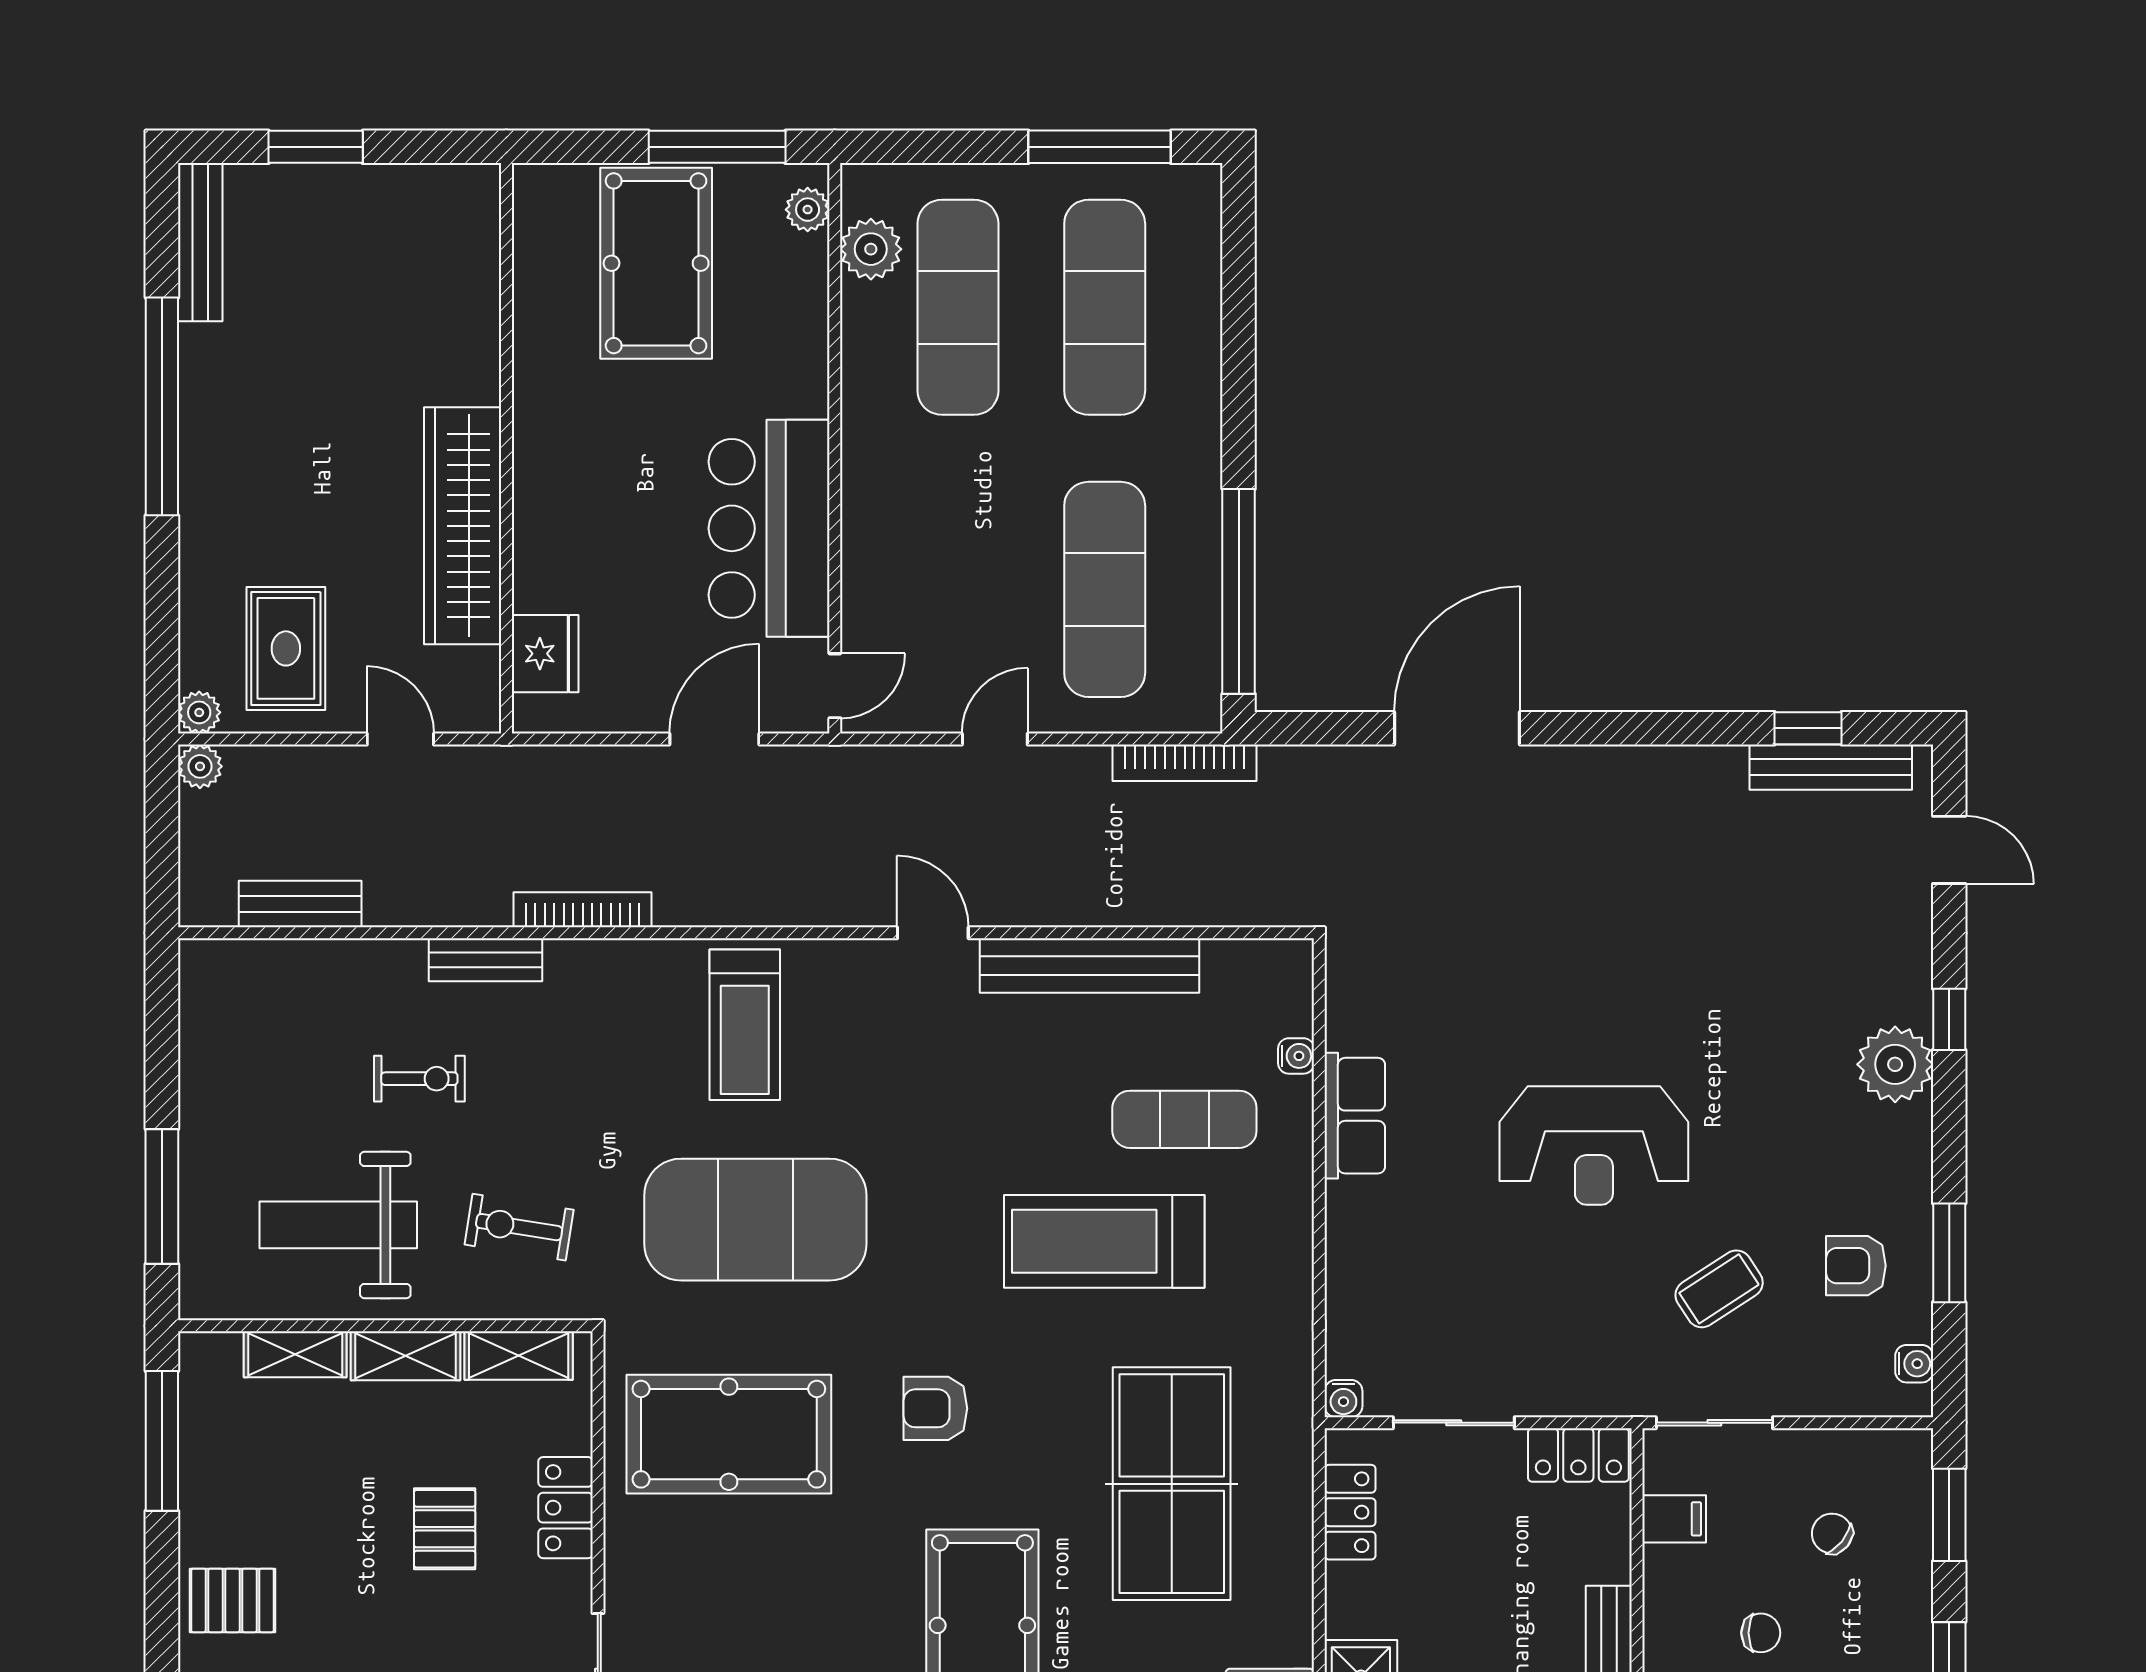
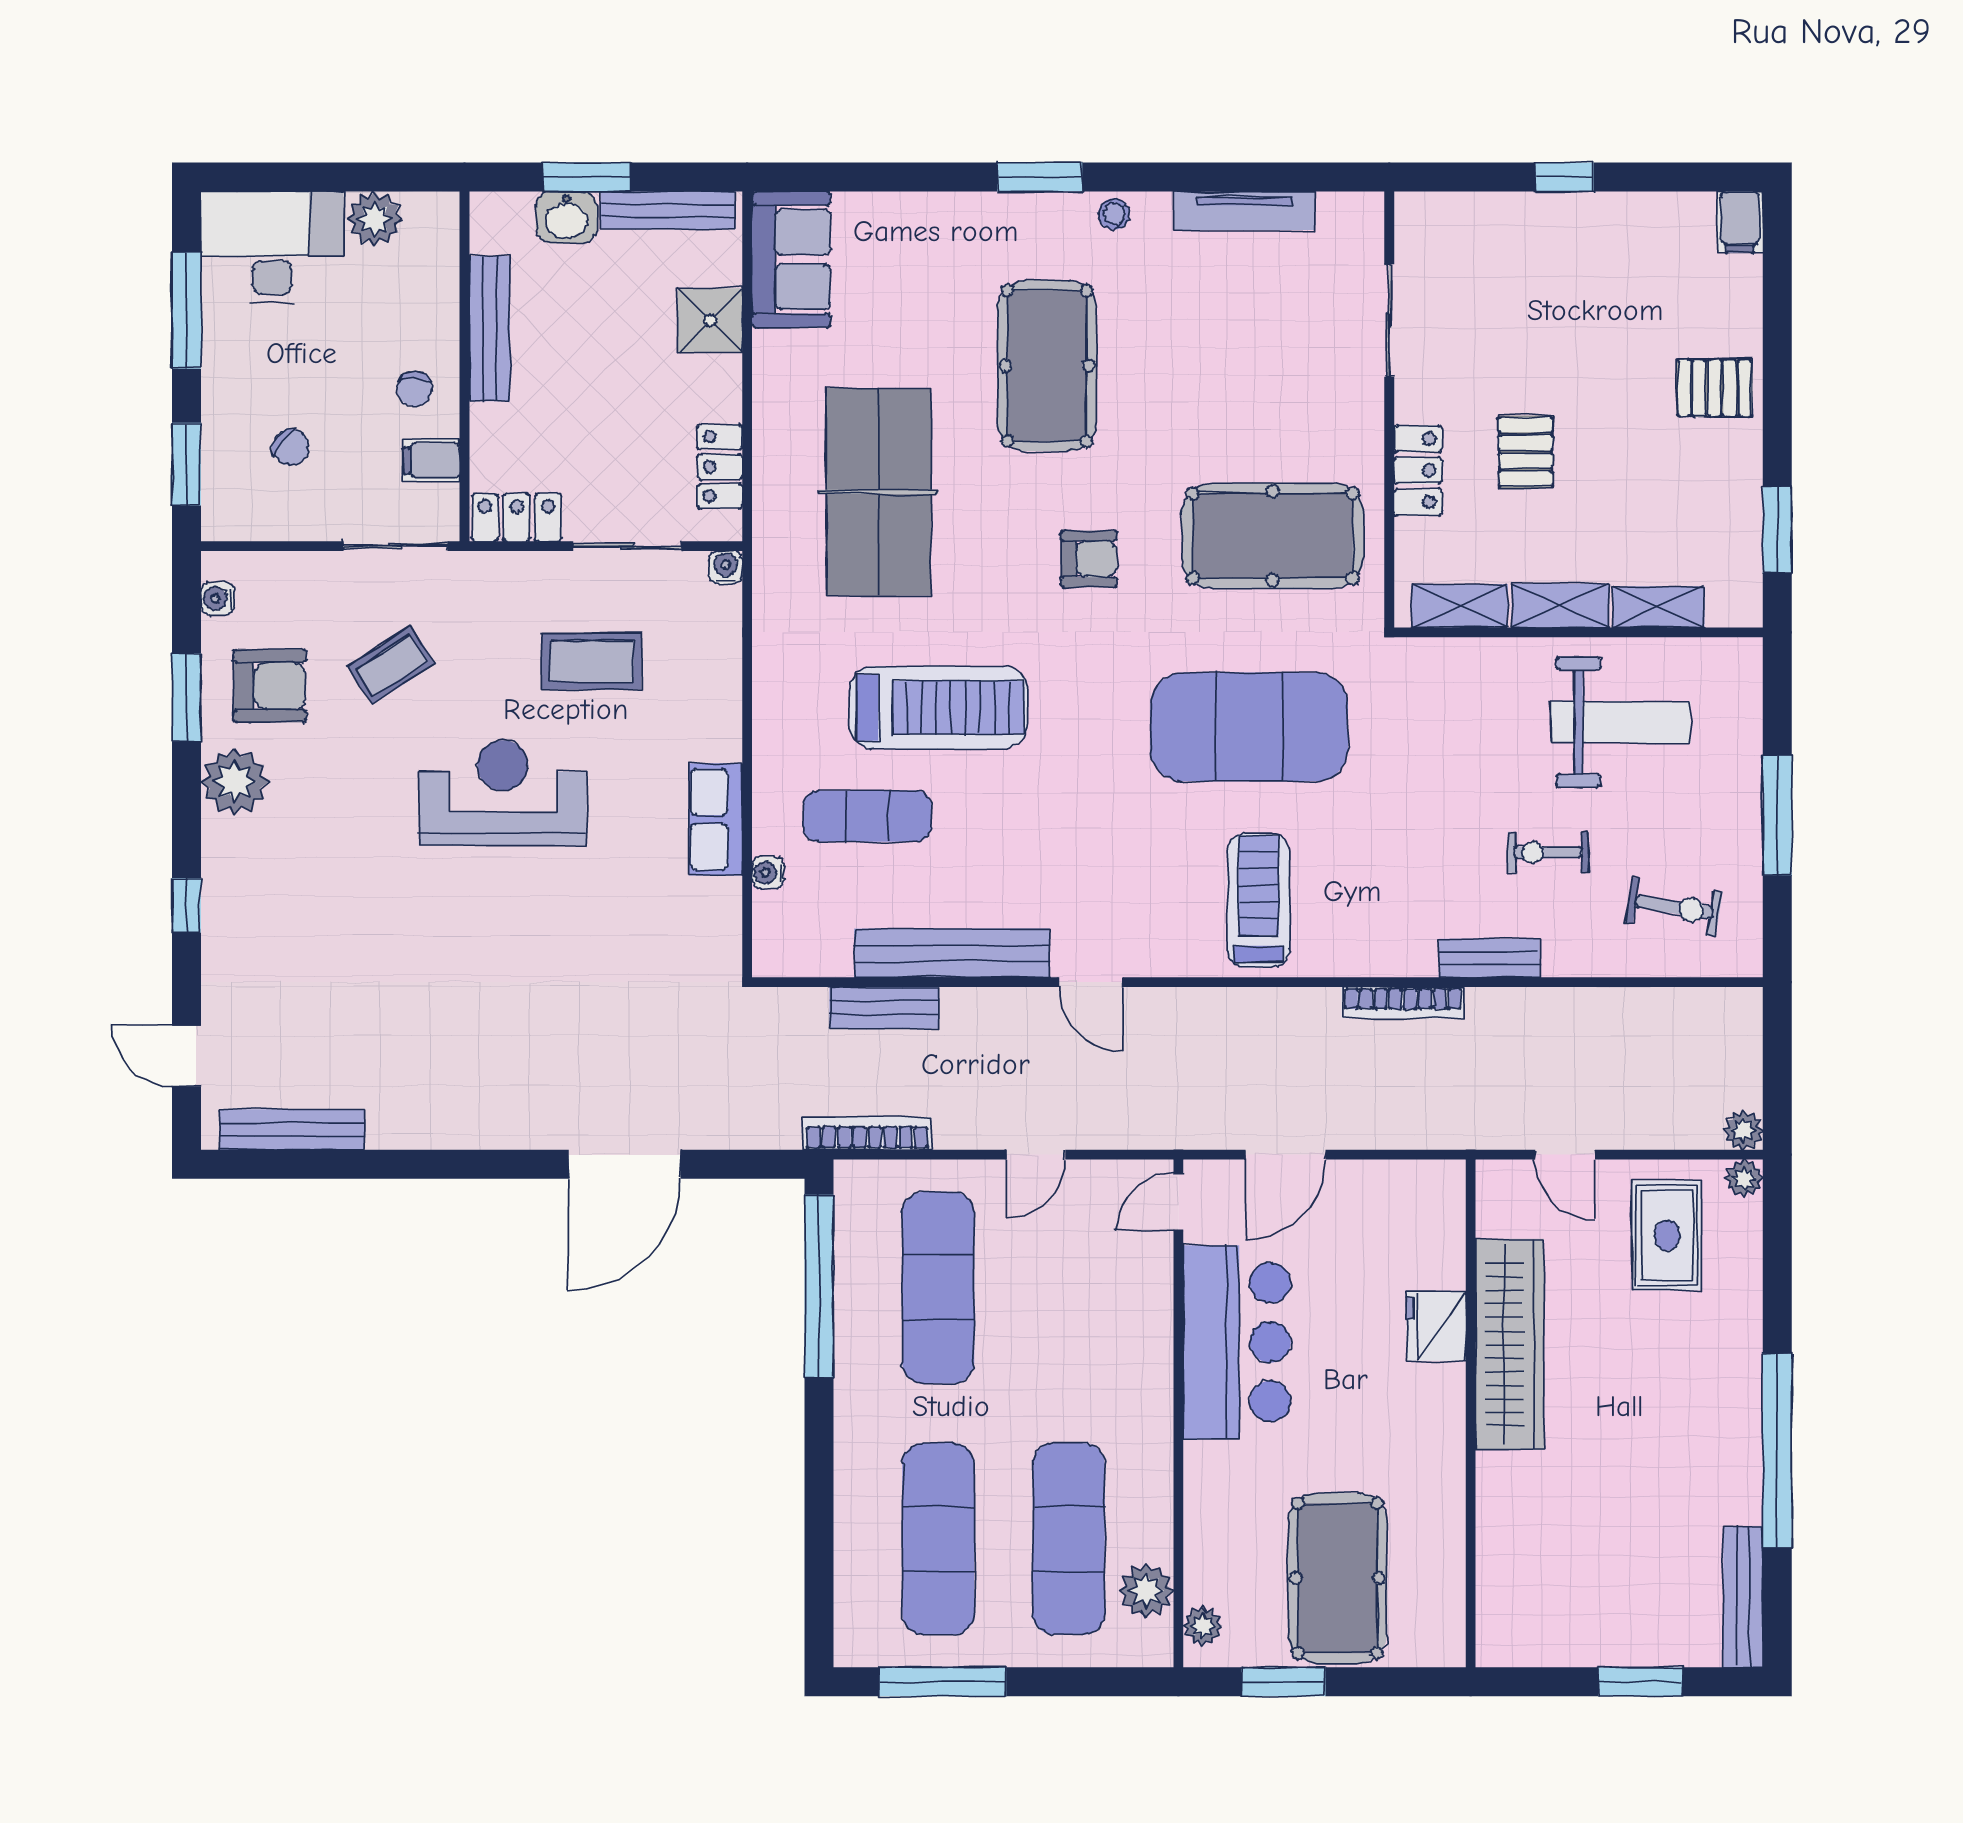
window: (717, 147) -> (1283, 1682), width x0.69
fridge: (545, 654) -> (1436, 1326), moved
window: (1808, 728) -> (312, 1164), removed
bench: (300, 904) -> (884, 1008), moved
plant: (1895, 1064) -> (235, 782), moved
window: (162, 1196) -> (1777, 815), moved
exercise bike: (519, 1227) -> (1674, 907), moved
armchair: (1856, 1266) -> (270, 686), width x1.38, depth x1.38
coffee table: (1494, 1293) -> (592, 661), added
window: (162, 1441) -> (1777, 530), width x0.69
chair: (1761, 1633) -> (414, 389), moved, turned -90

